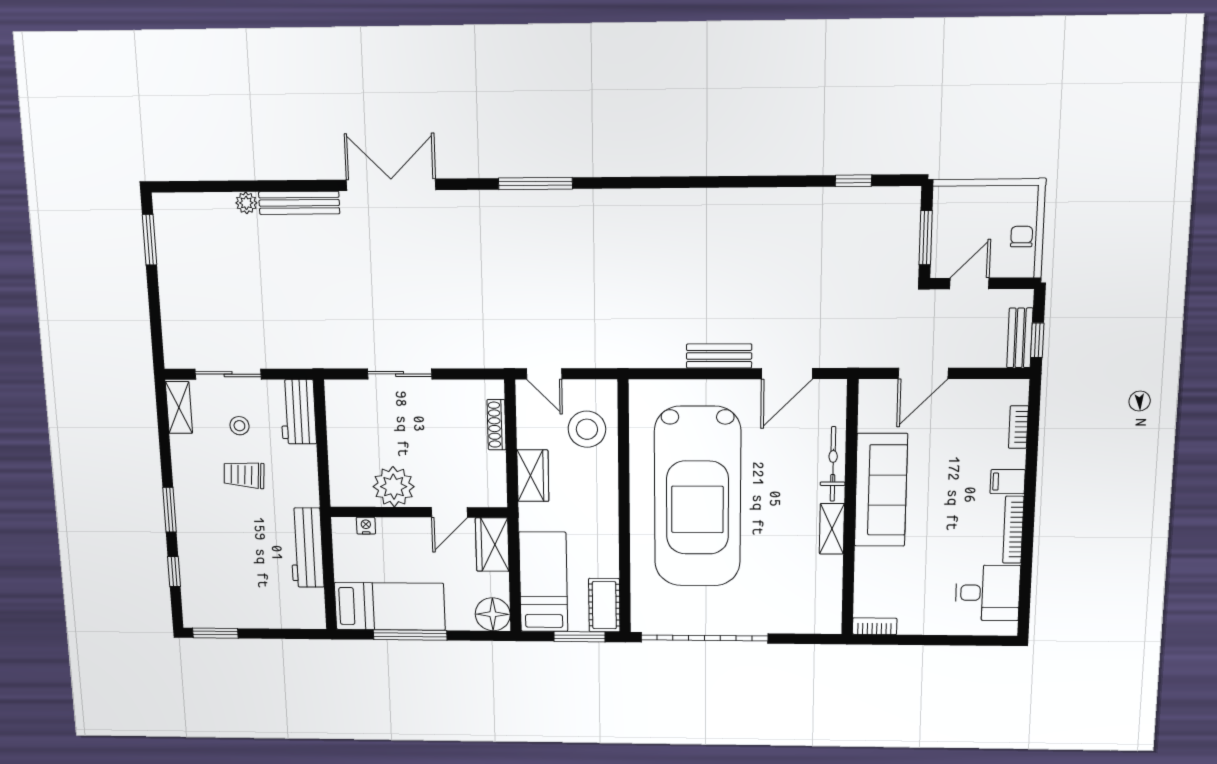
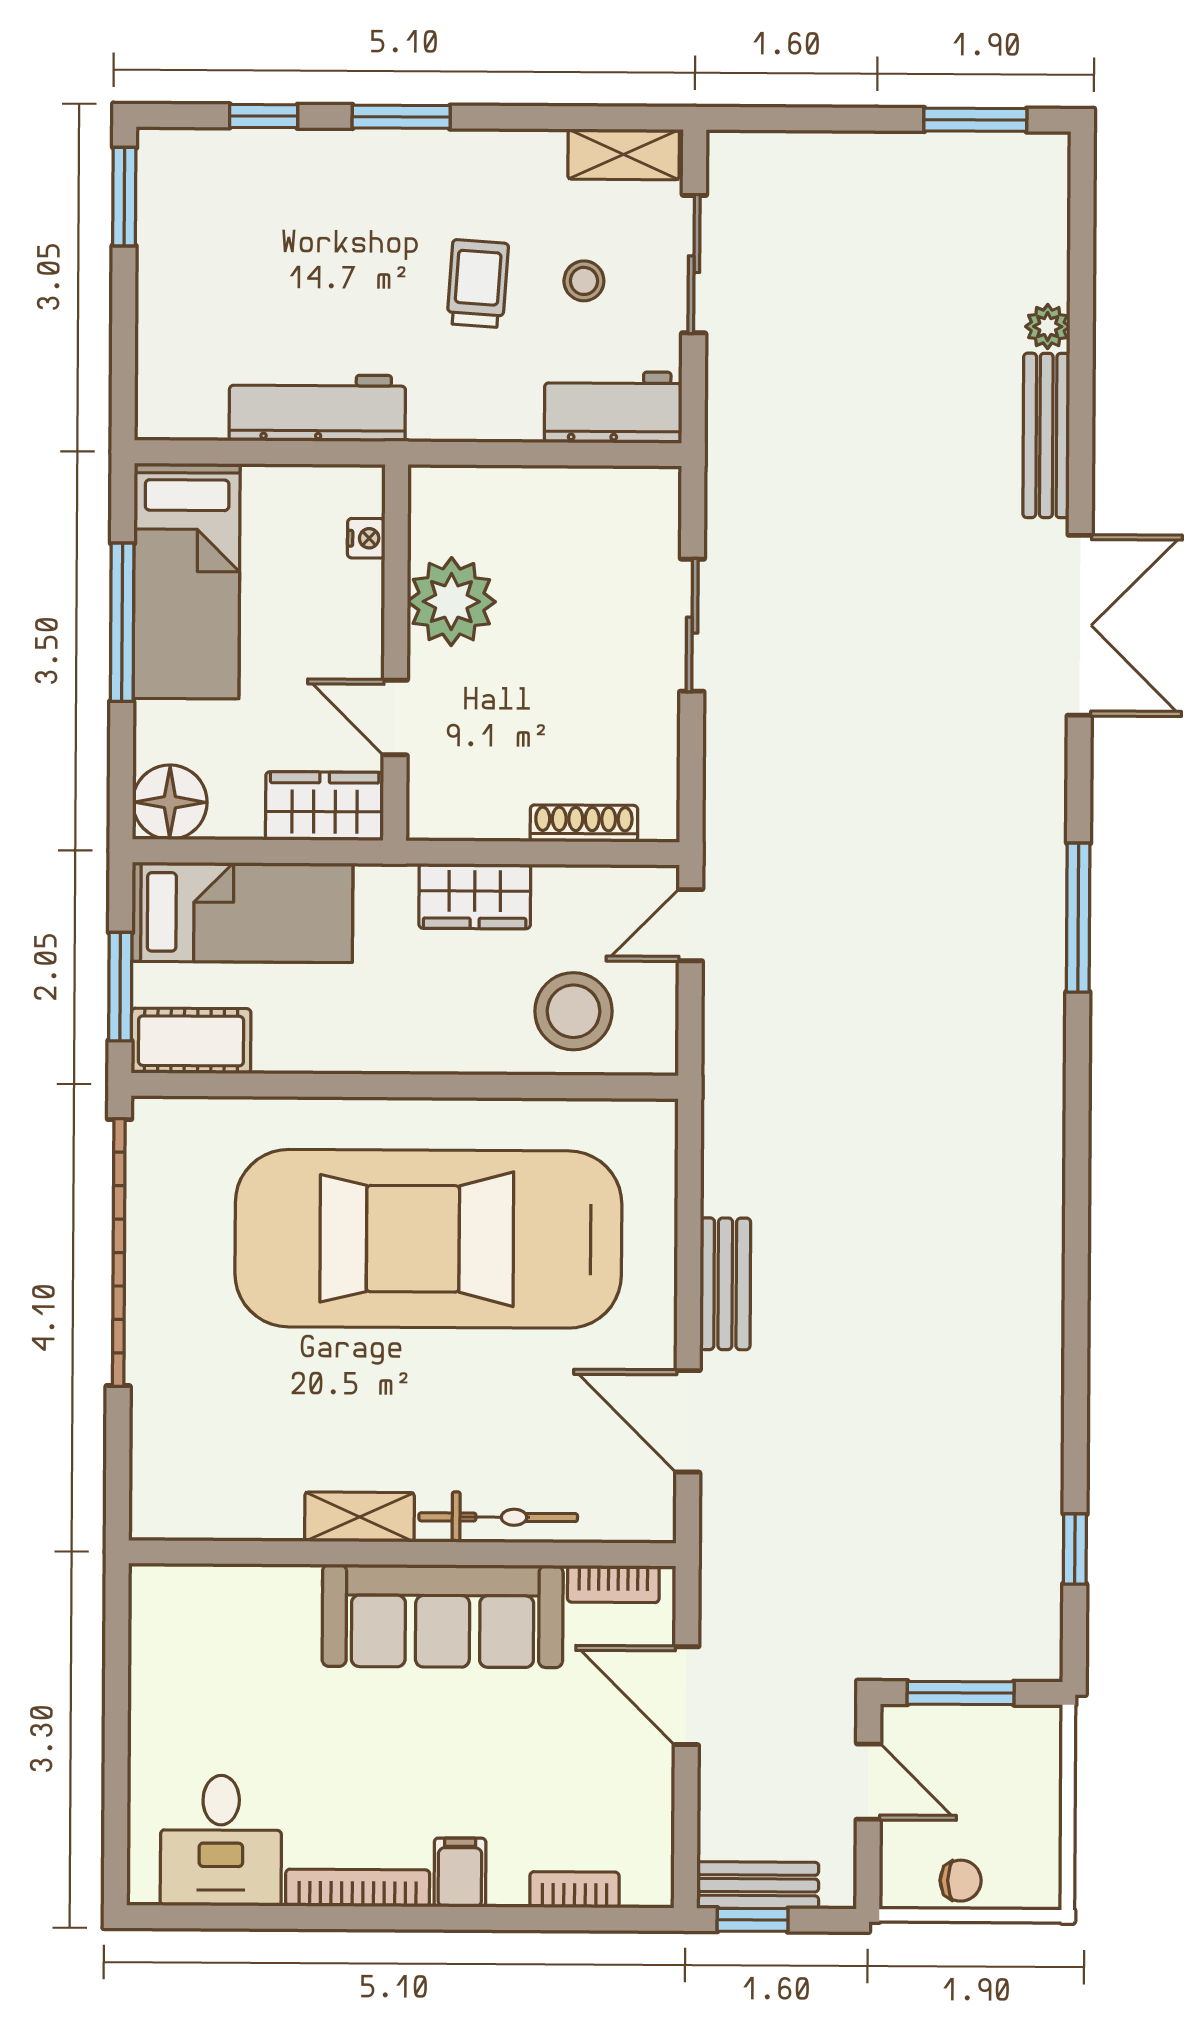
bookcase: (875, 626) -> (613, 1584), moved, turned 90

